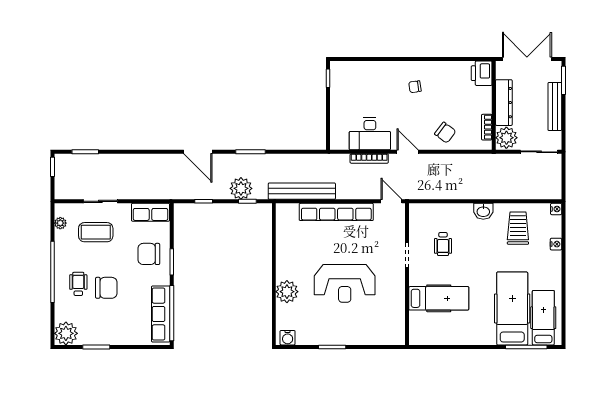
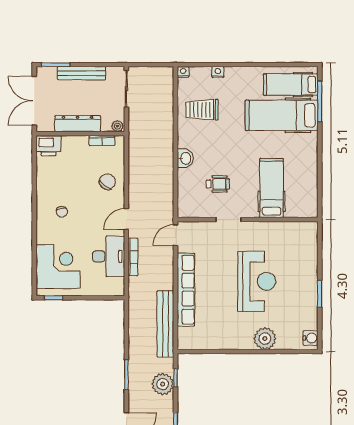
corner desk: (359, 83) -> (58, 267), added
plant: (506, 138) -> (117, 126), width x0.53, depth x0.53
washbasin: (483, 211) -> (185, 158), moved

